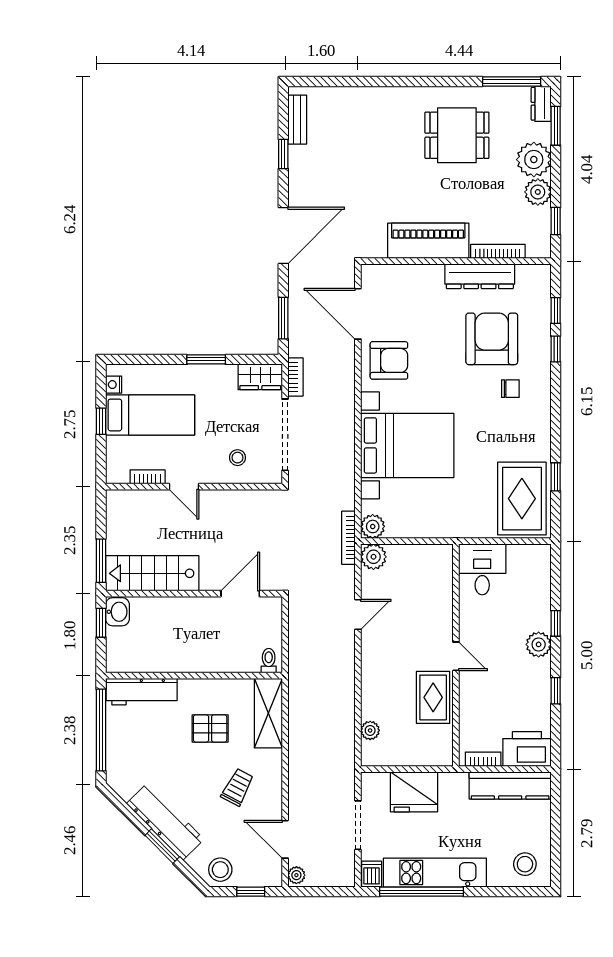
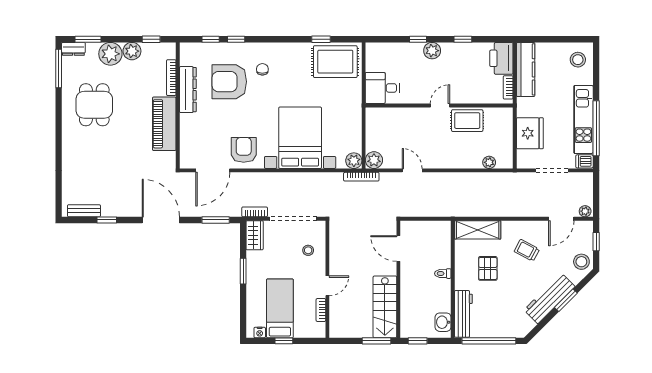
washbasin: (117, 612) -> (443, 322), moved, turned -90
toilet: (269, 661) -> (443, 274), moved

